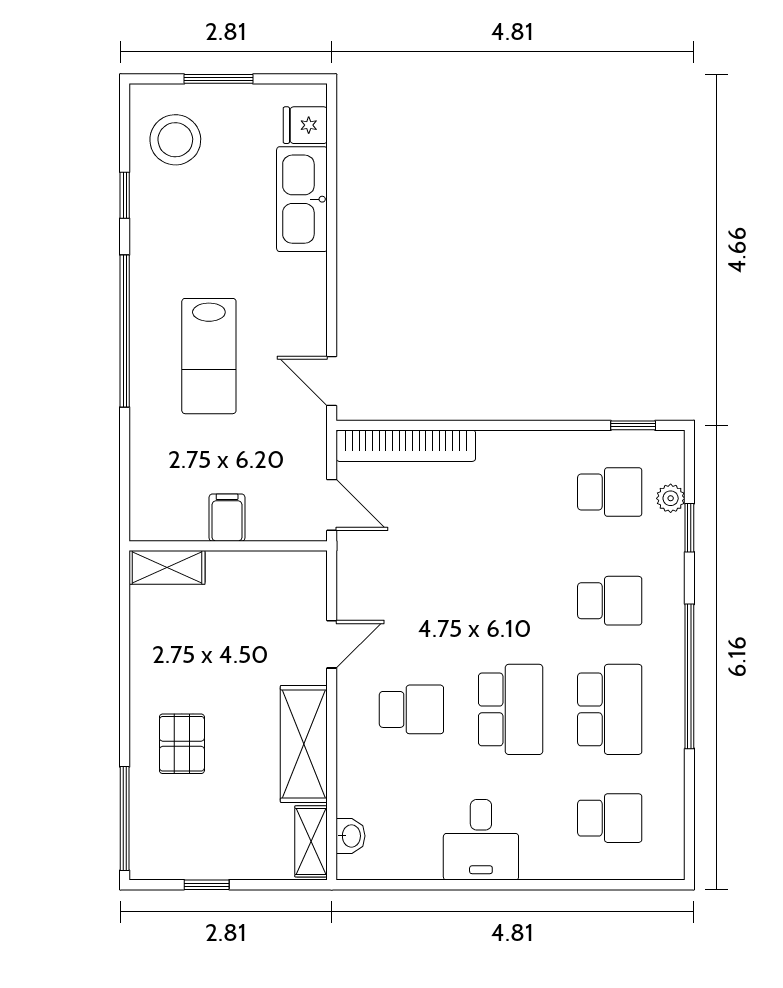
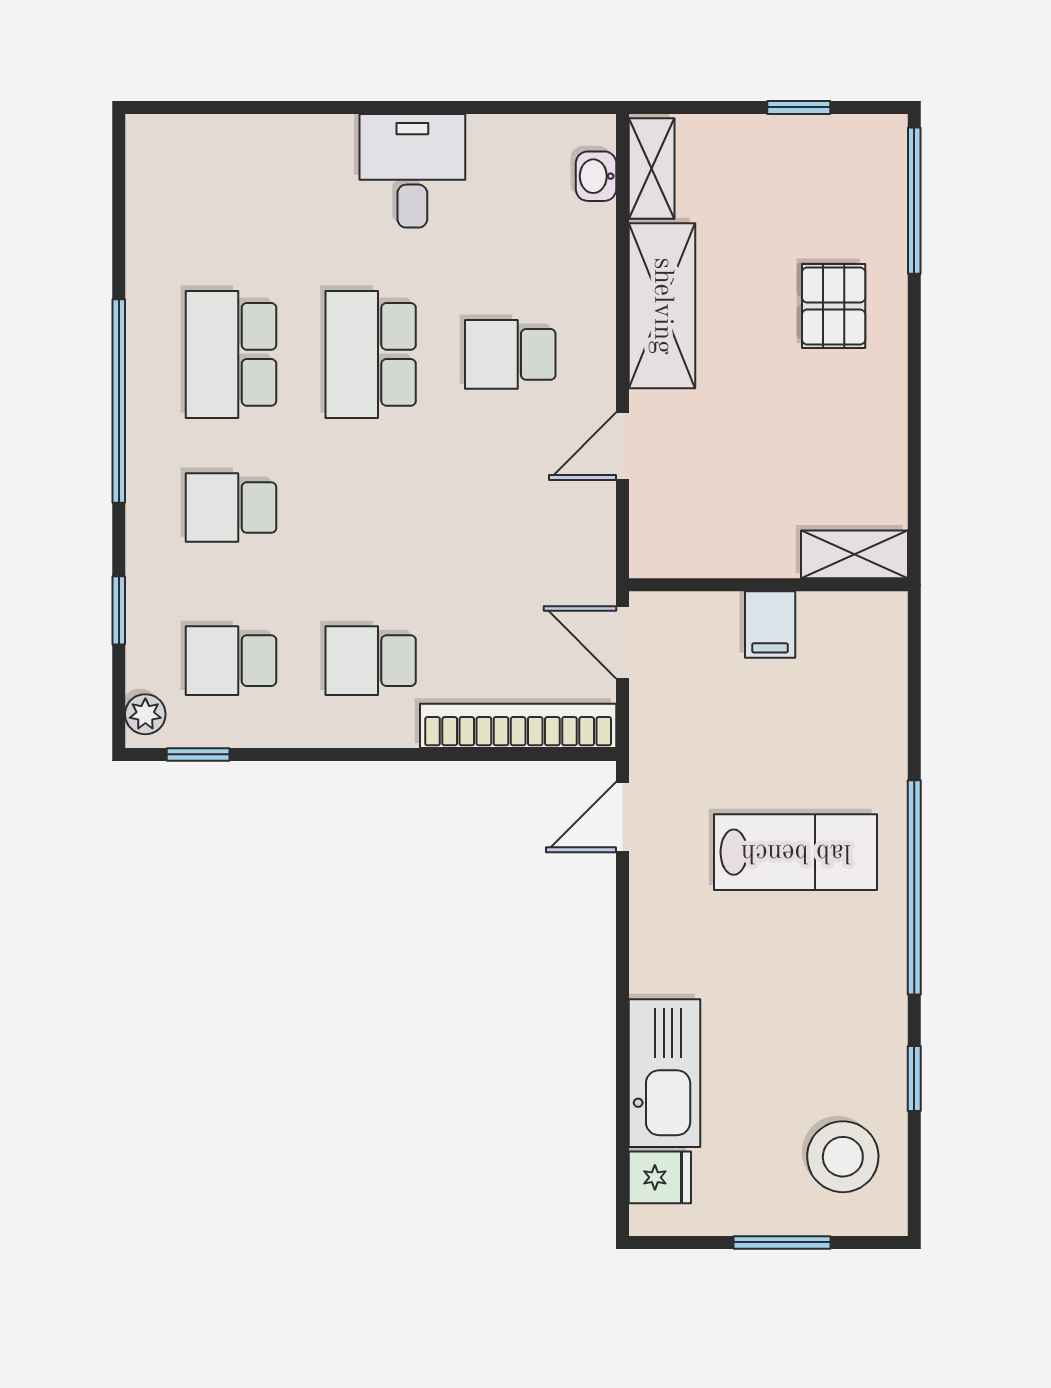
lab bench: (209, 356) -> (796, 852), turned 90
door: (332, 381) -> (623, 817), swing flipped
plant: (671, 498) -> (145, 714), moved
school desk: (610, 818) -> (371, 661), moved

